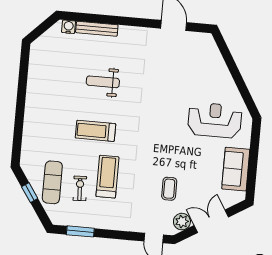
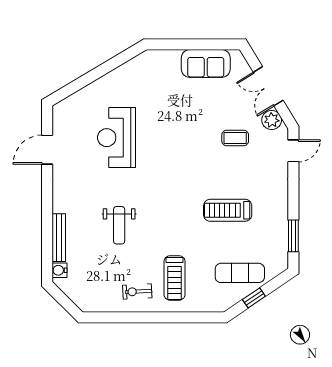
reception desk: (215, 120) -> (117, 138), moved
treadmill: (95, 131) -> (175, 278), moved
exercise bike: (80, 188) -> (137, 291), moved

